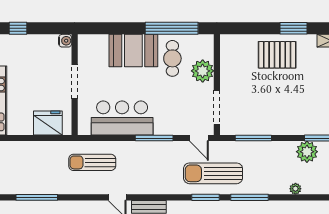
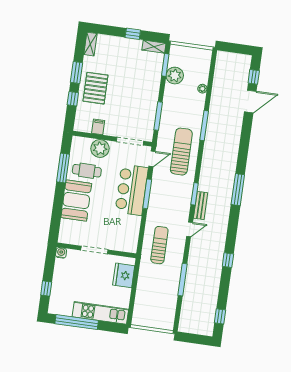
window: (172, 28) -> (63, 168), width x0.68
window: (260, 28) -> (73, 99), added
filing cabinet: (229, 65) -> (98, 127), added
bar counter: (122, 118) -> (132, 190), moved
sun lounger: (92, 162) -> (159, 245), turned 180
sun lounger: (213, 173) -> (181, 152), turned 180
window: (37, 197) -> (182, 280), moved
window: (205, 197) -> (195, 194), moved

